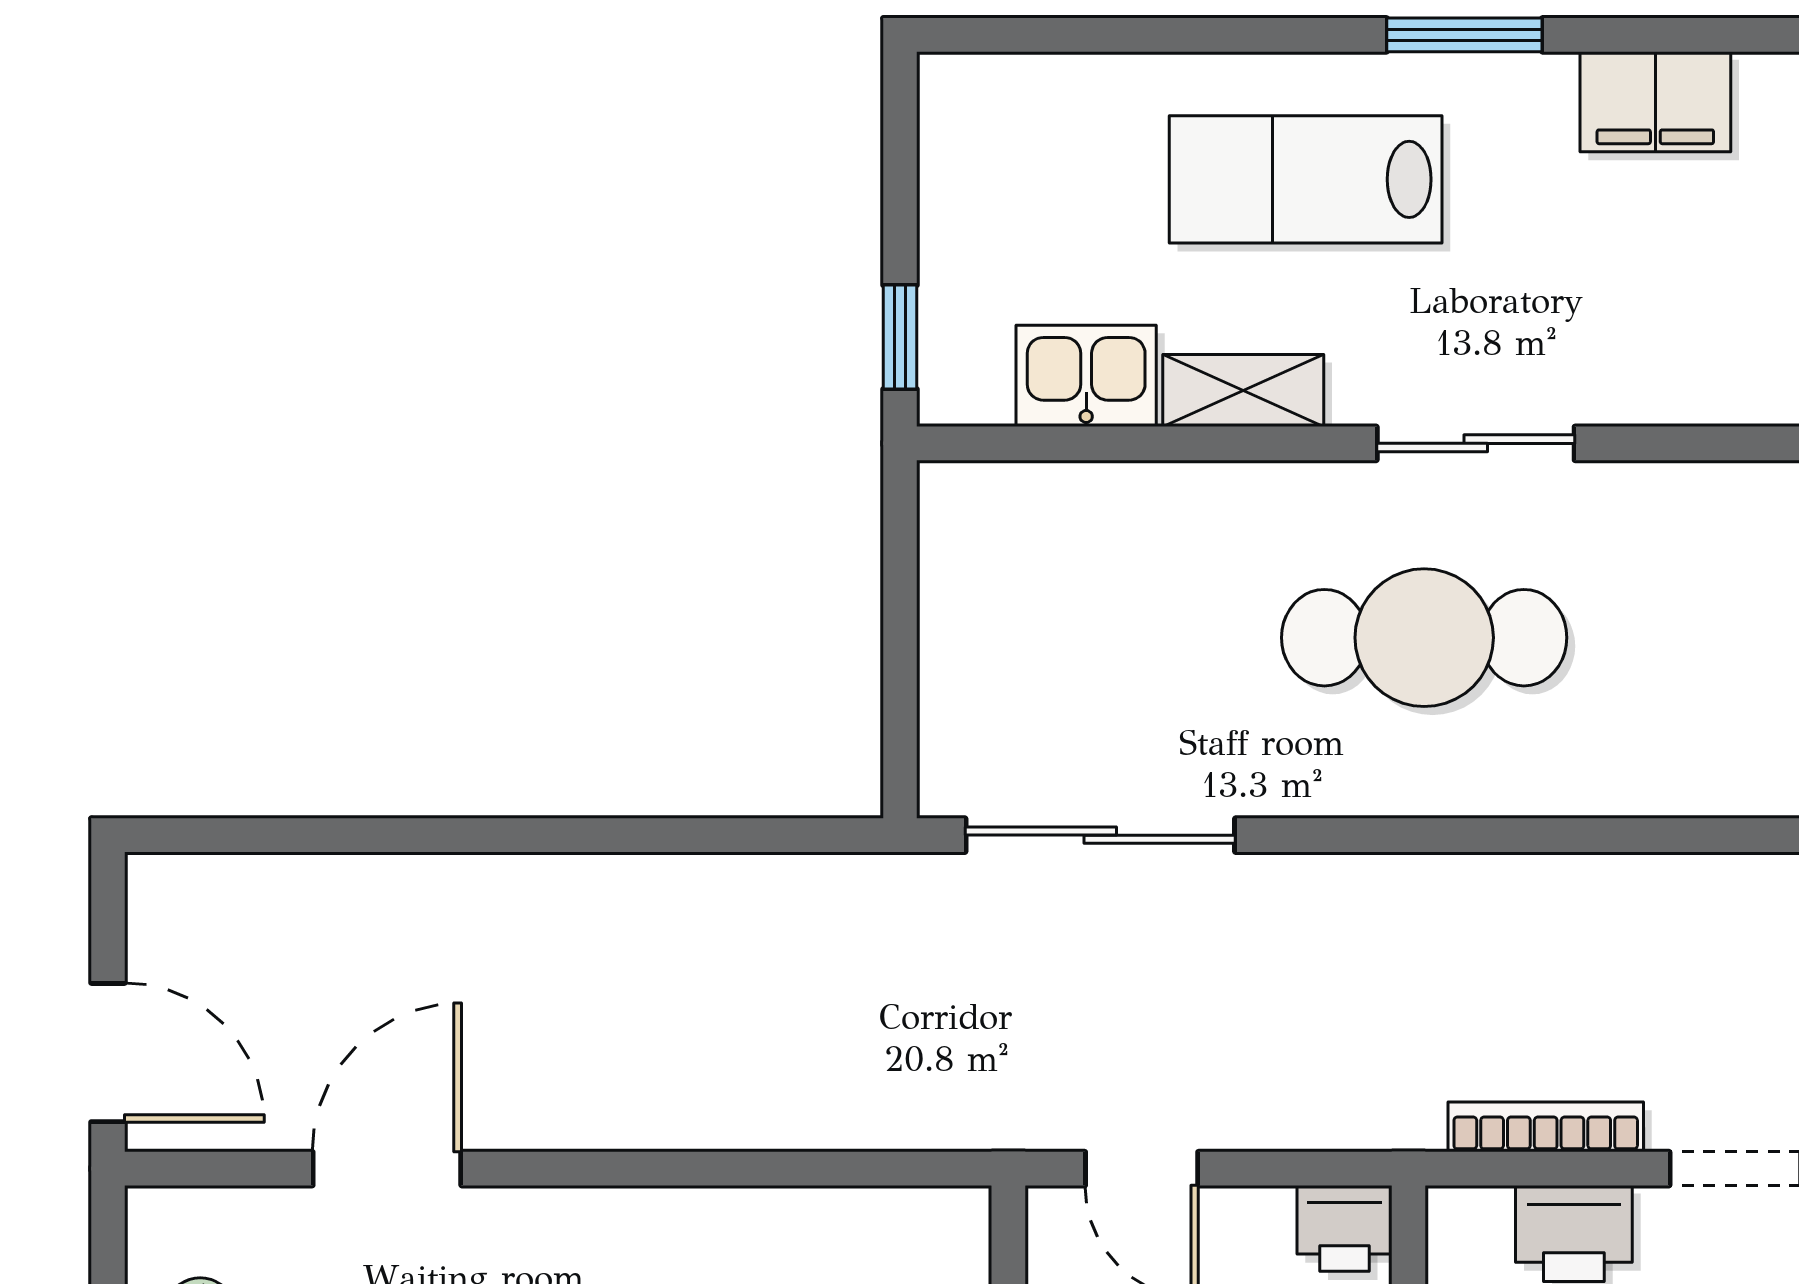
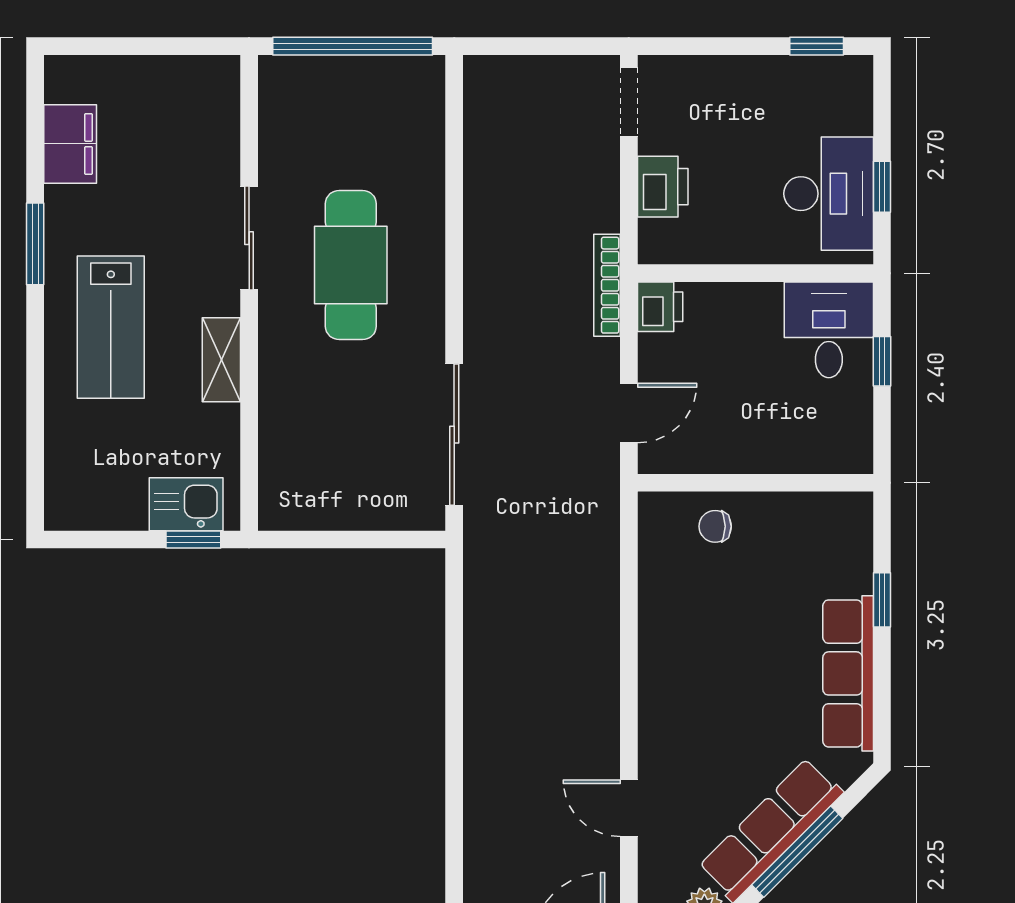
kitchen sink: (1086, 376) -> (186, 504), moved, turned 90
bookcase: (1546, 1127) -> (607, 285), moved
door: (387, 1169) -> (629, 808), width x0.73

